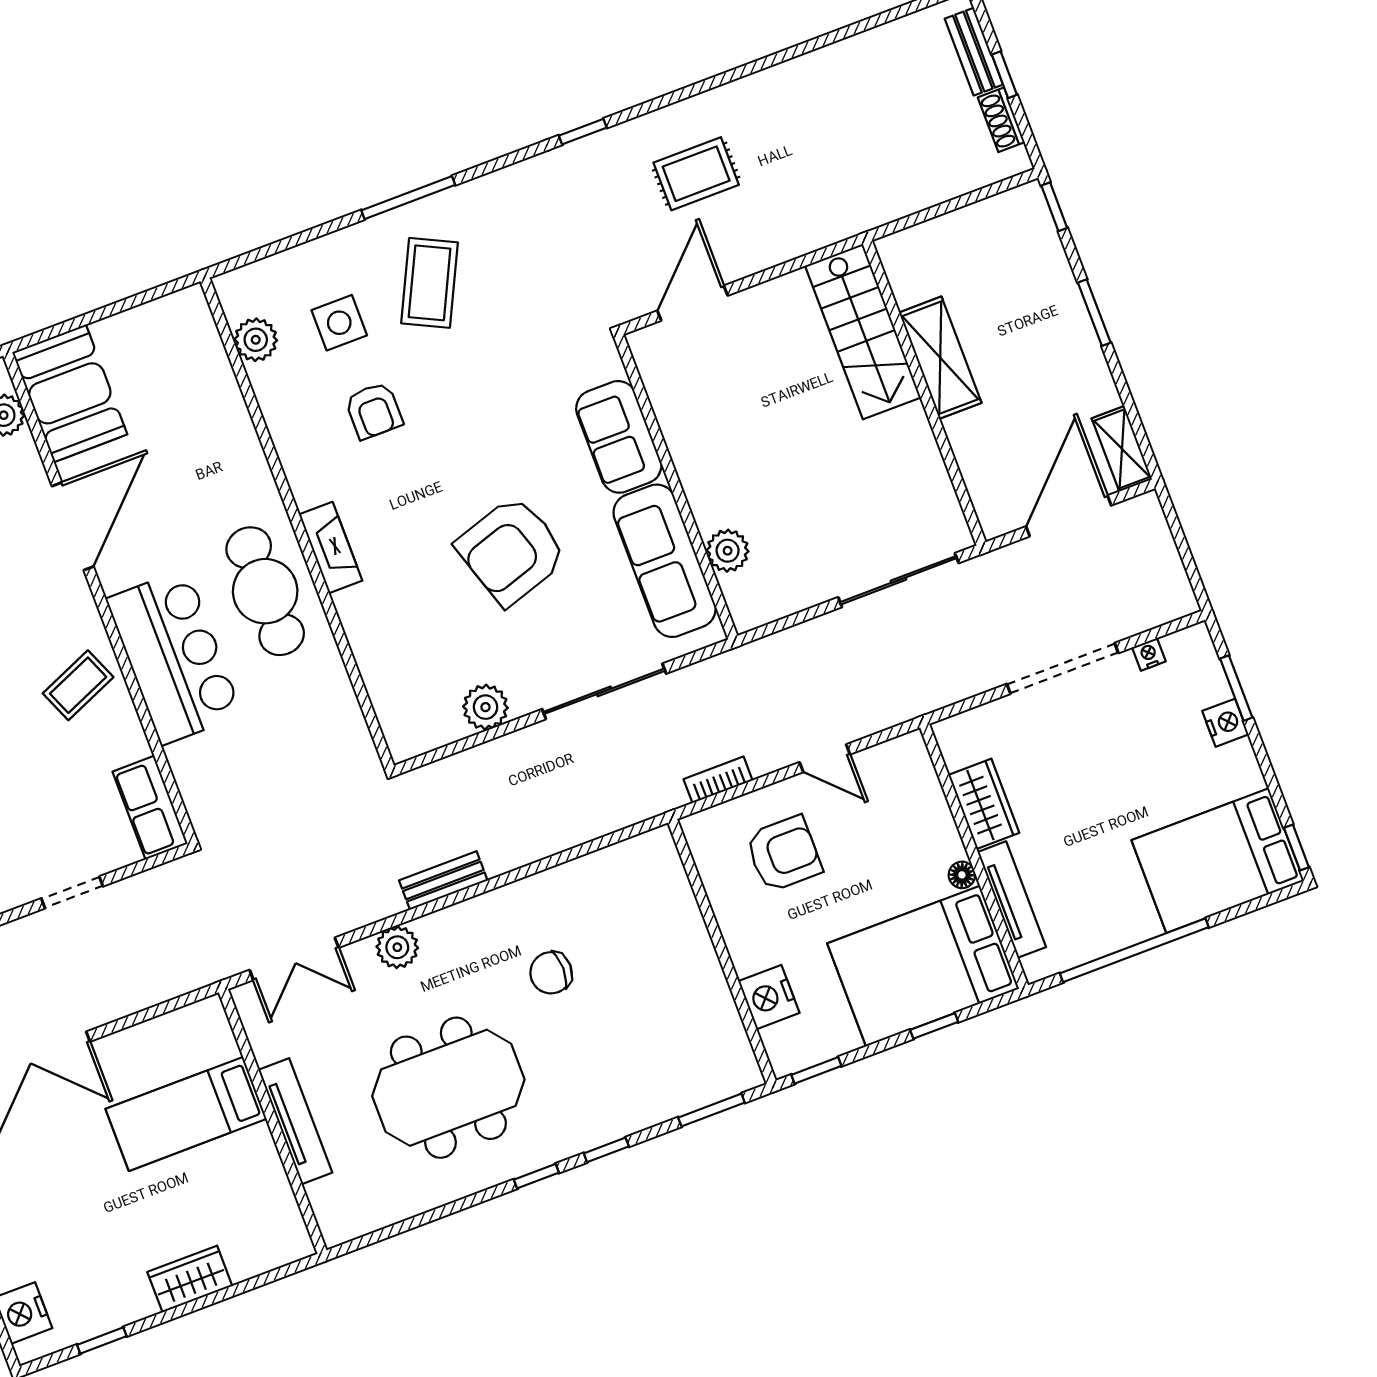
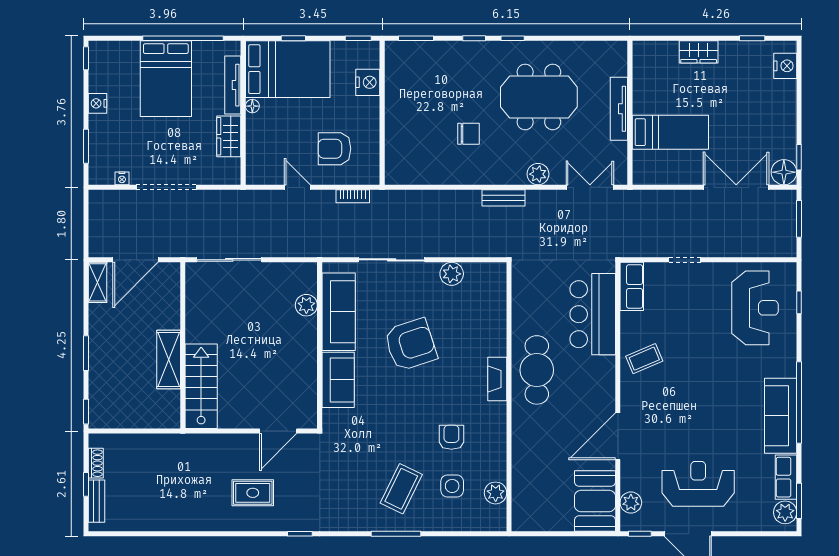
bar counter: (174, 657) -> (593, 314), moved
nightstand: (1225, 723) -> (98, 103), moved
bed: (1218, 861) -> (166, 79), moved, turned 90

